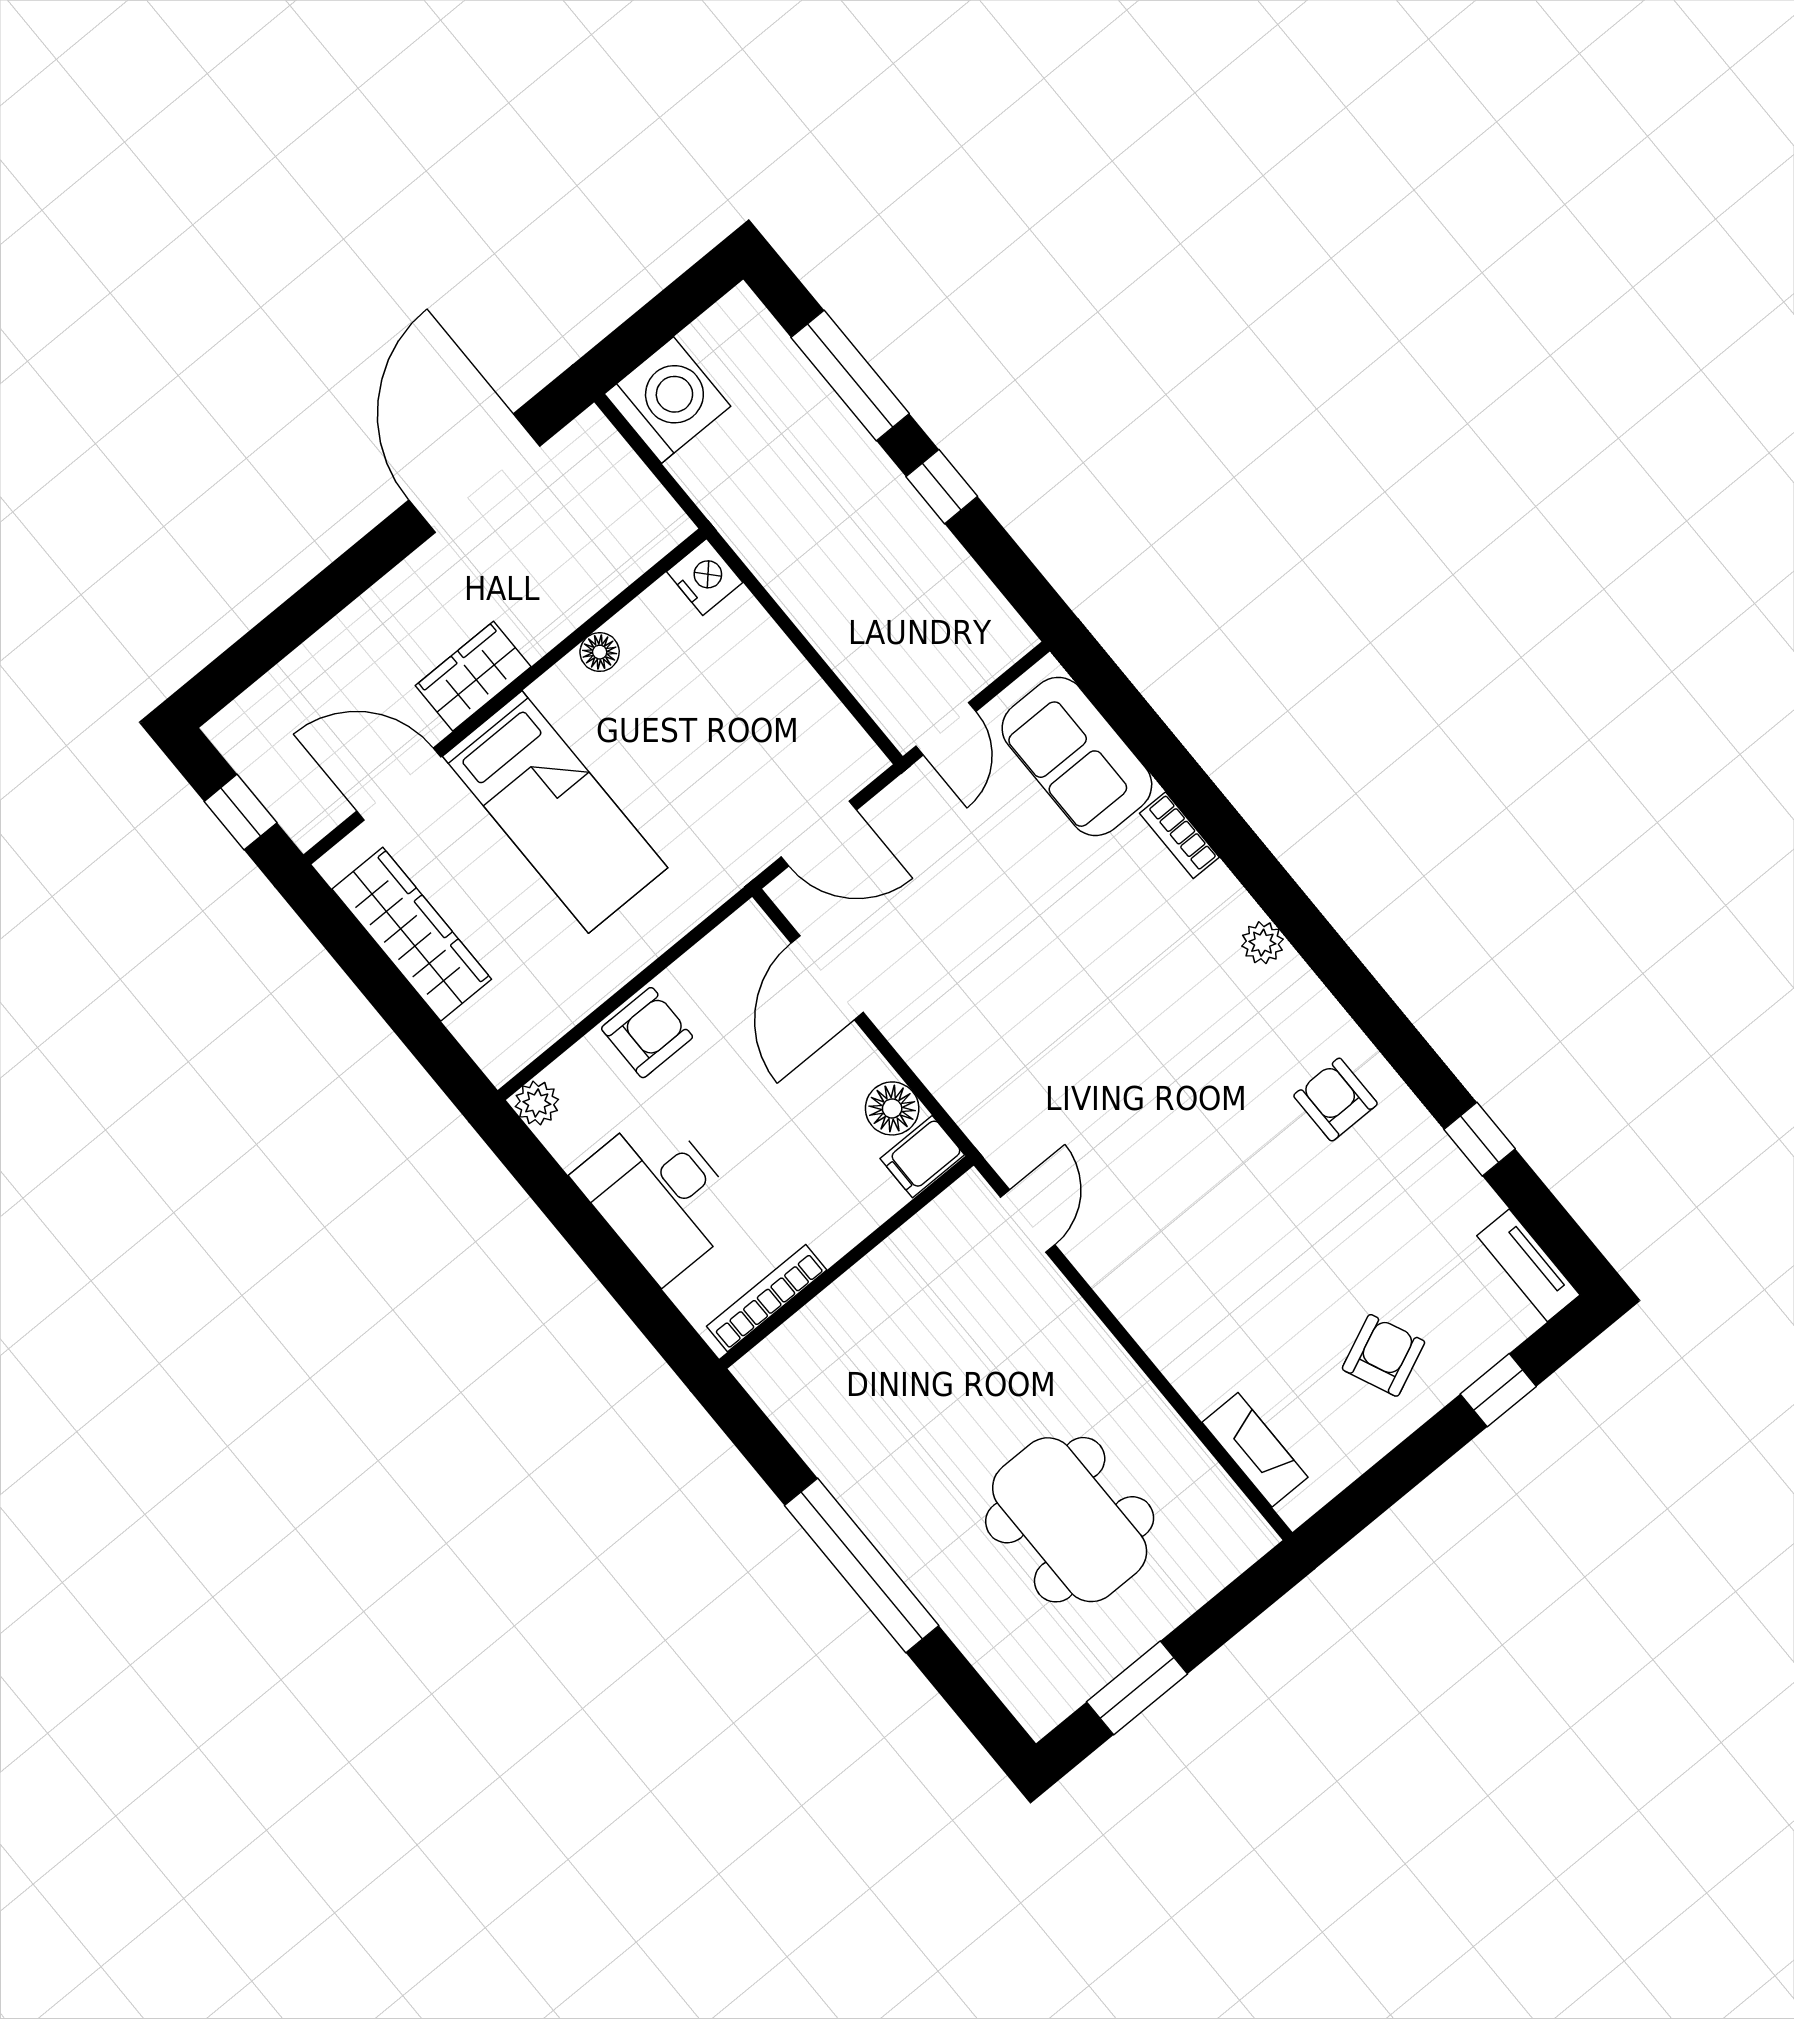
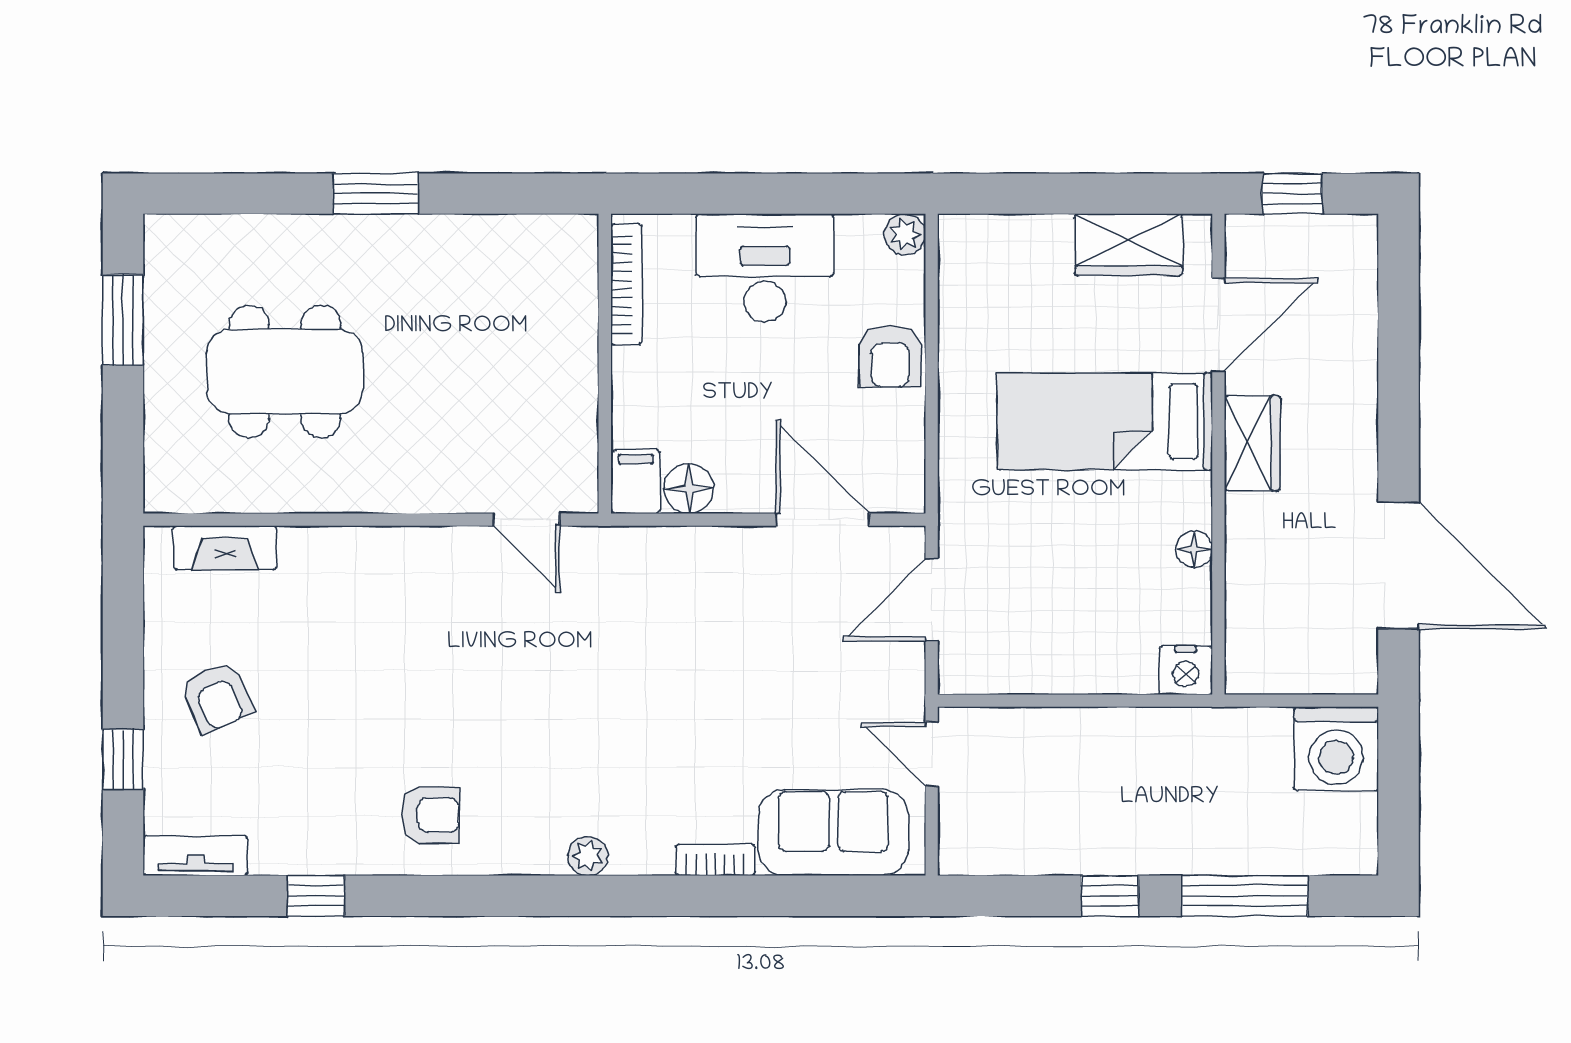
wardrobe: (412, 934) -> (1129, 245), width x0.67
window: (862, 1566) -> (376, 194), width x0.47

